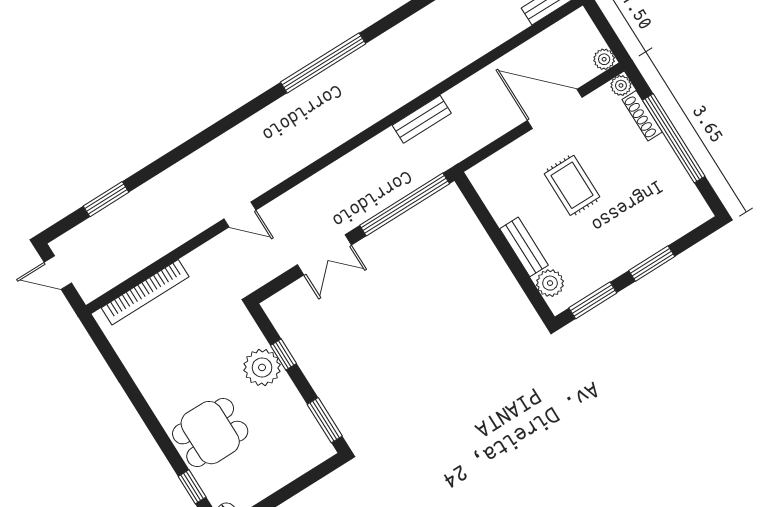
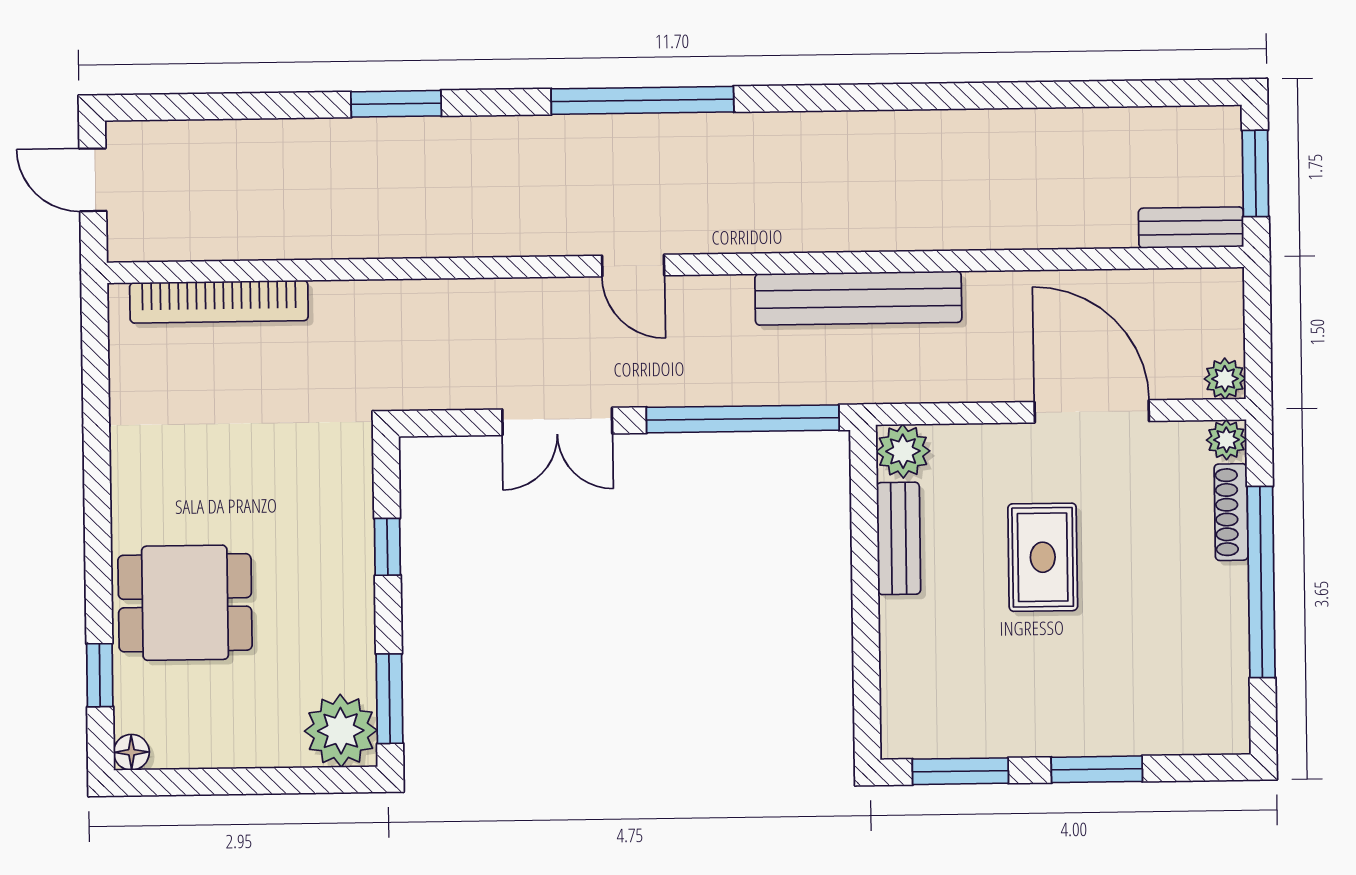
window: (323, 63) -> (642, 100), moved
bench: (422, 119) -> (858, 298), width x1.86, depth x1.21
window: (106, 199) -> (396, 104), moved
door: (240, 215) -> (633, 266), moved
bench: (524, 247) -> (899, 538), moved
plant: (550, 283) -> (903, 451), moved
plant: (262, 367) -> (341, 731), moved

